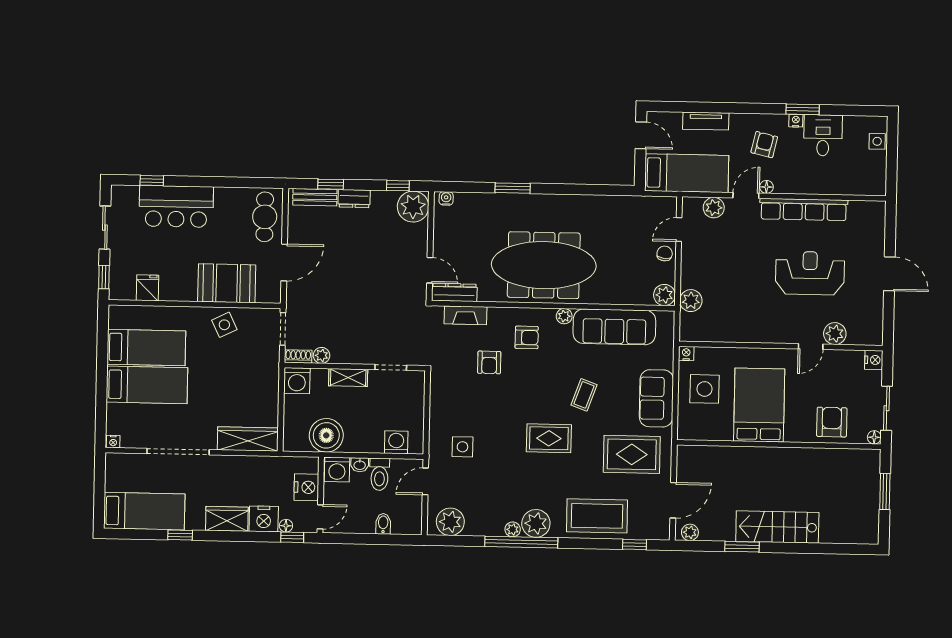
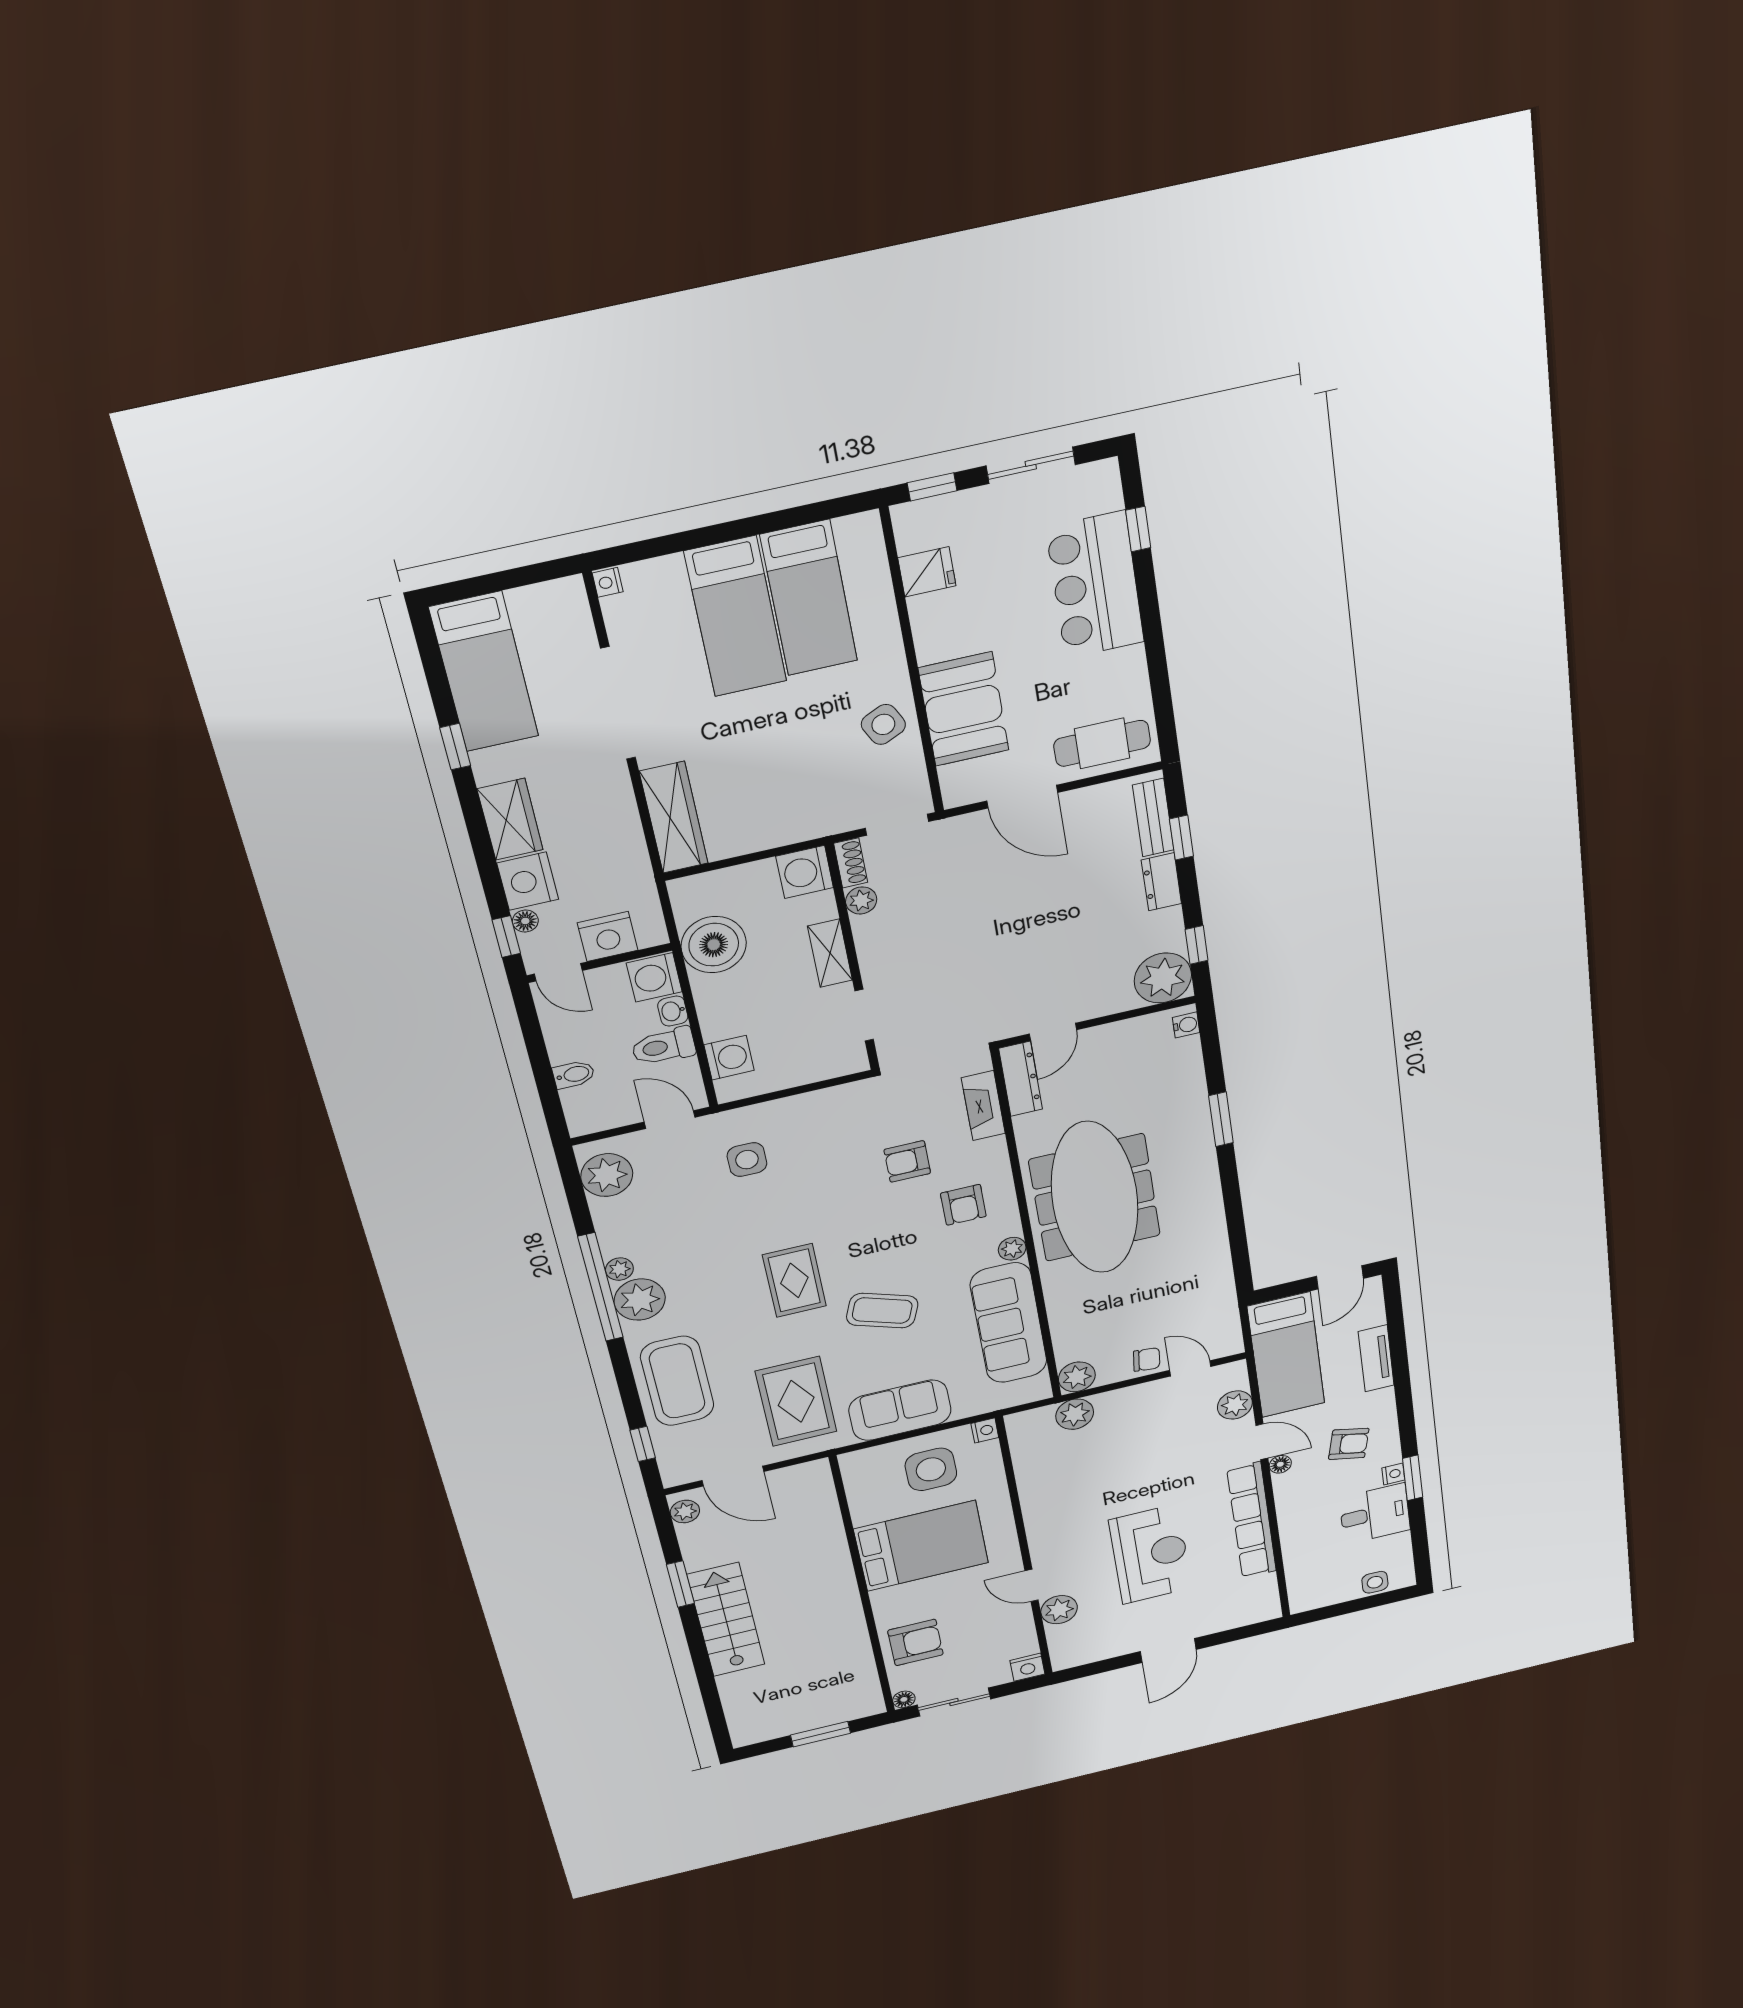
coffee table: (584, 395) -> (882, 1311), width x1.36, depth x1.30

